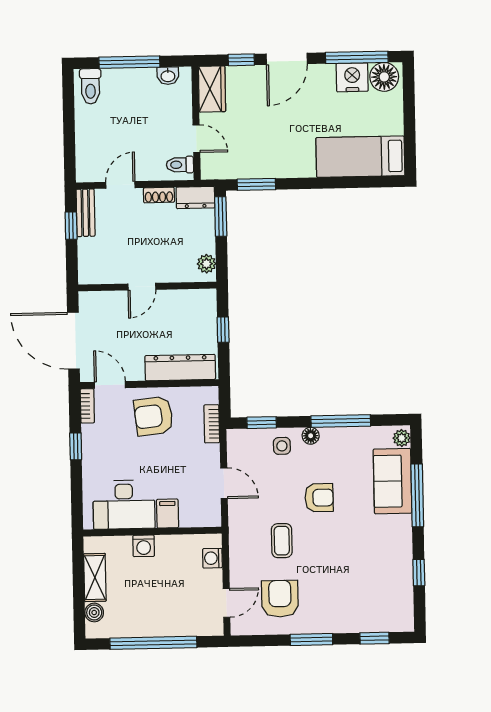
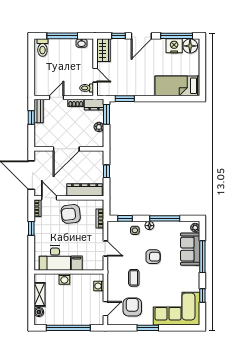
plant: (207, 264) -> (99, 127), moved
door: (142, 287) -> (66, 149), width x1.88
corner sofa: (368, 600) -> (177, 309), added
window: (375, 638) -> (179, 328), removed

